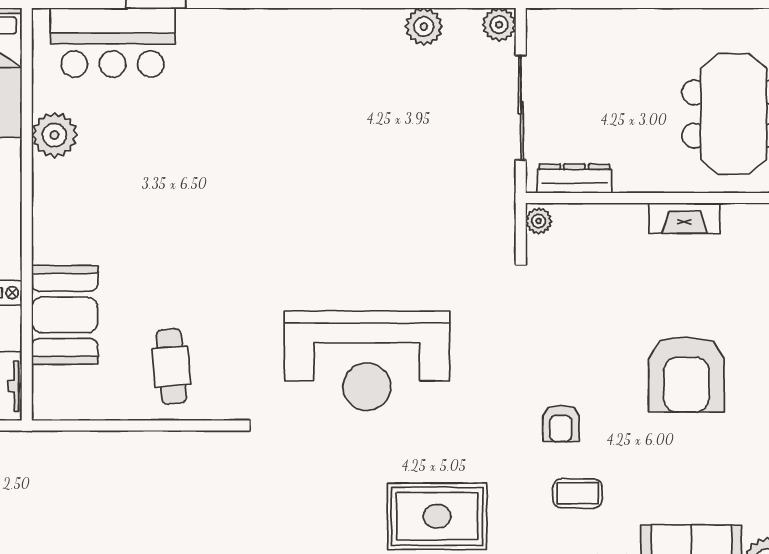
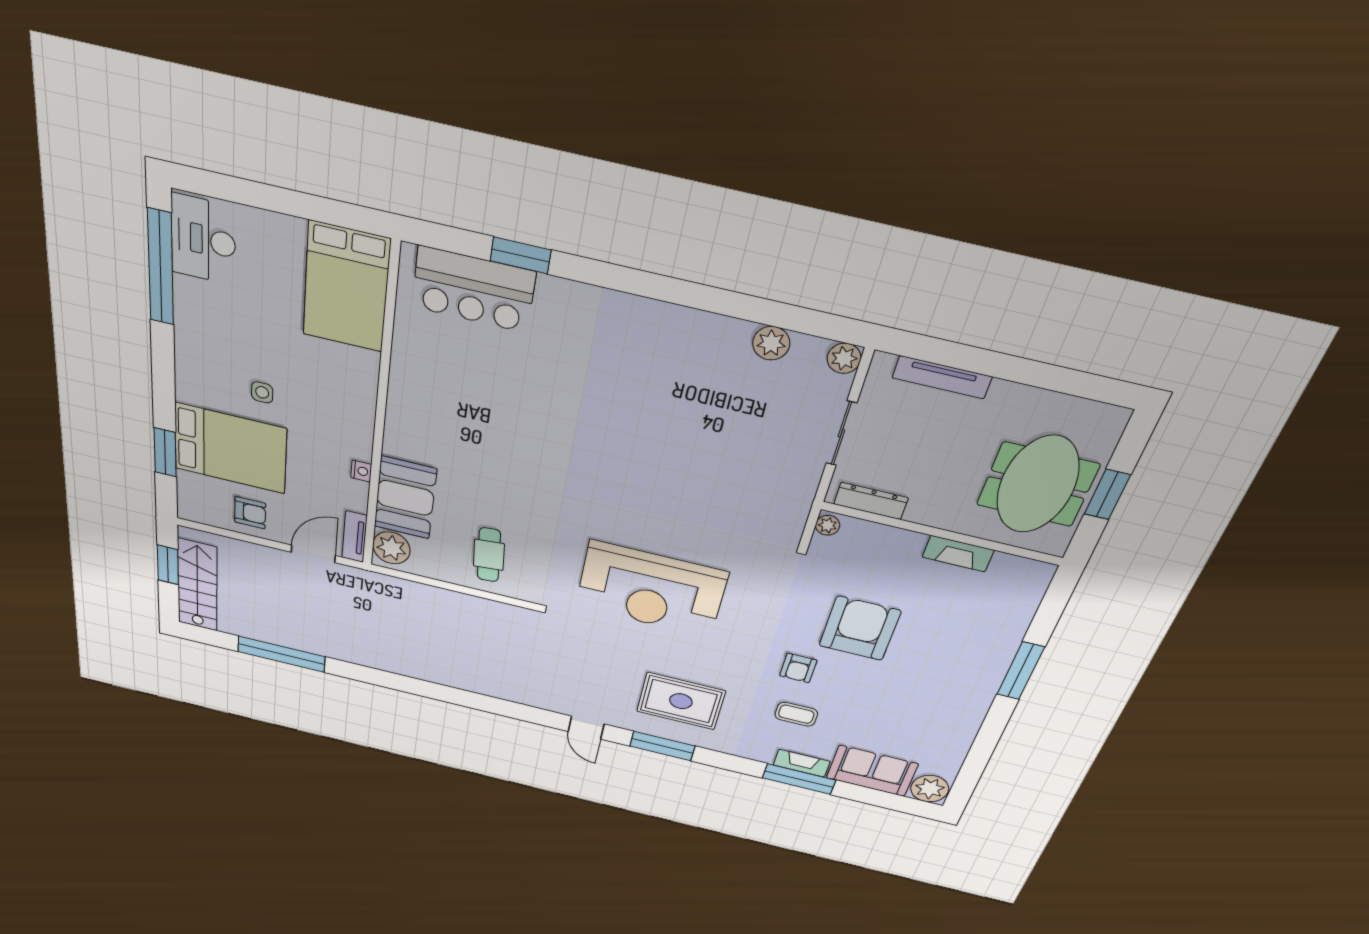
tv unit: (599, 21) -> (942, 377), added
sliding door: (521, 108) -> (841, 433), width x0.73
plant: (54, 135) -> (391, 548), moved
armchair: (686, 374) -> (860, 628), moved, turned 180

